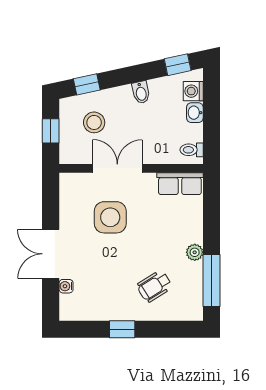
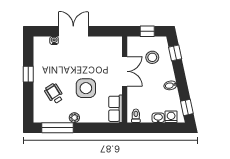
side table: (110, 217) -> (86, 88), moved

